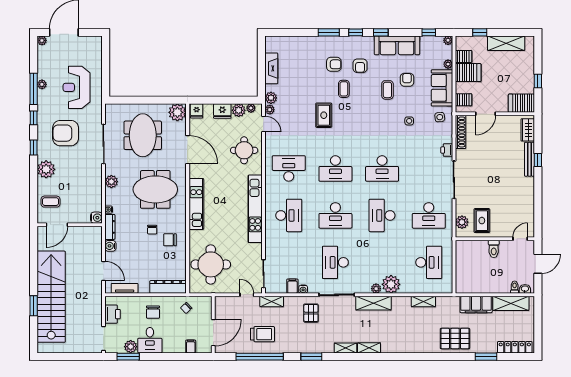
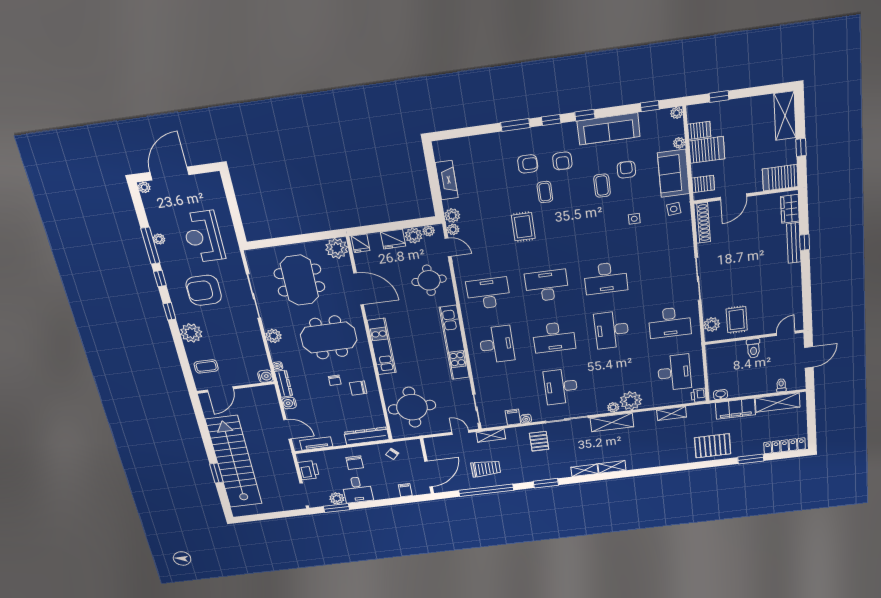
shelving: (506, 43) -> (785, 116), moved, turned 90
printer: (447, 150) -> (699, 395), moved
desk: (335, 168) -> (547, 286), turned 180
washbasin: (525, 289) -> (721, 395), moved

